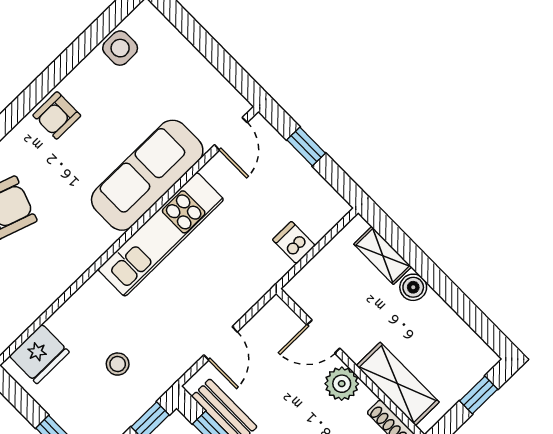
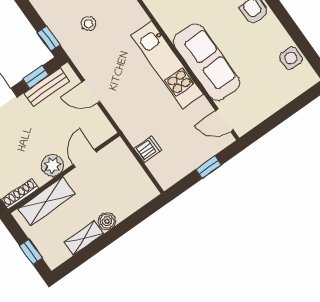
shelving: (383, 255) -> (84, 238), moved

